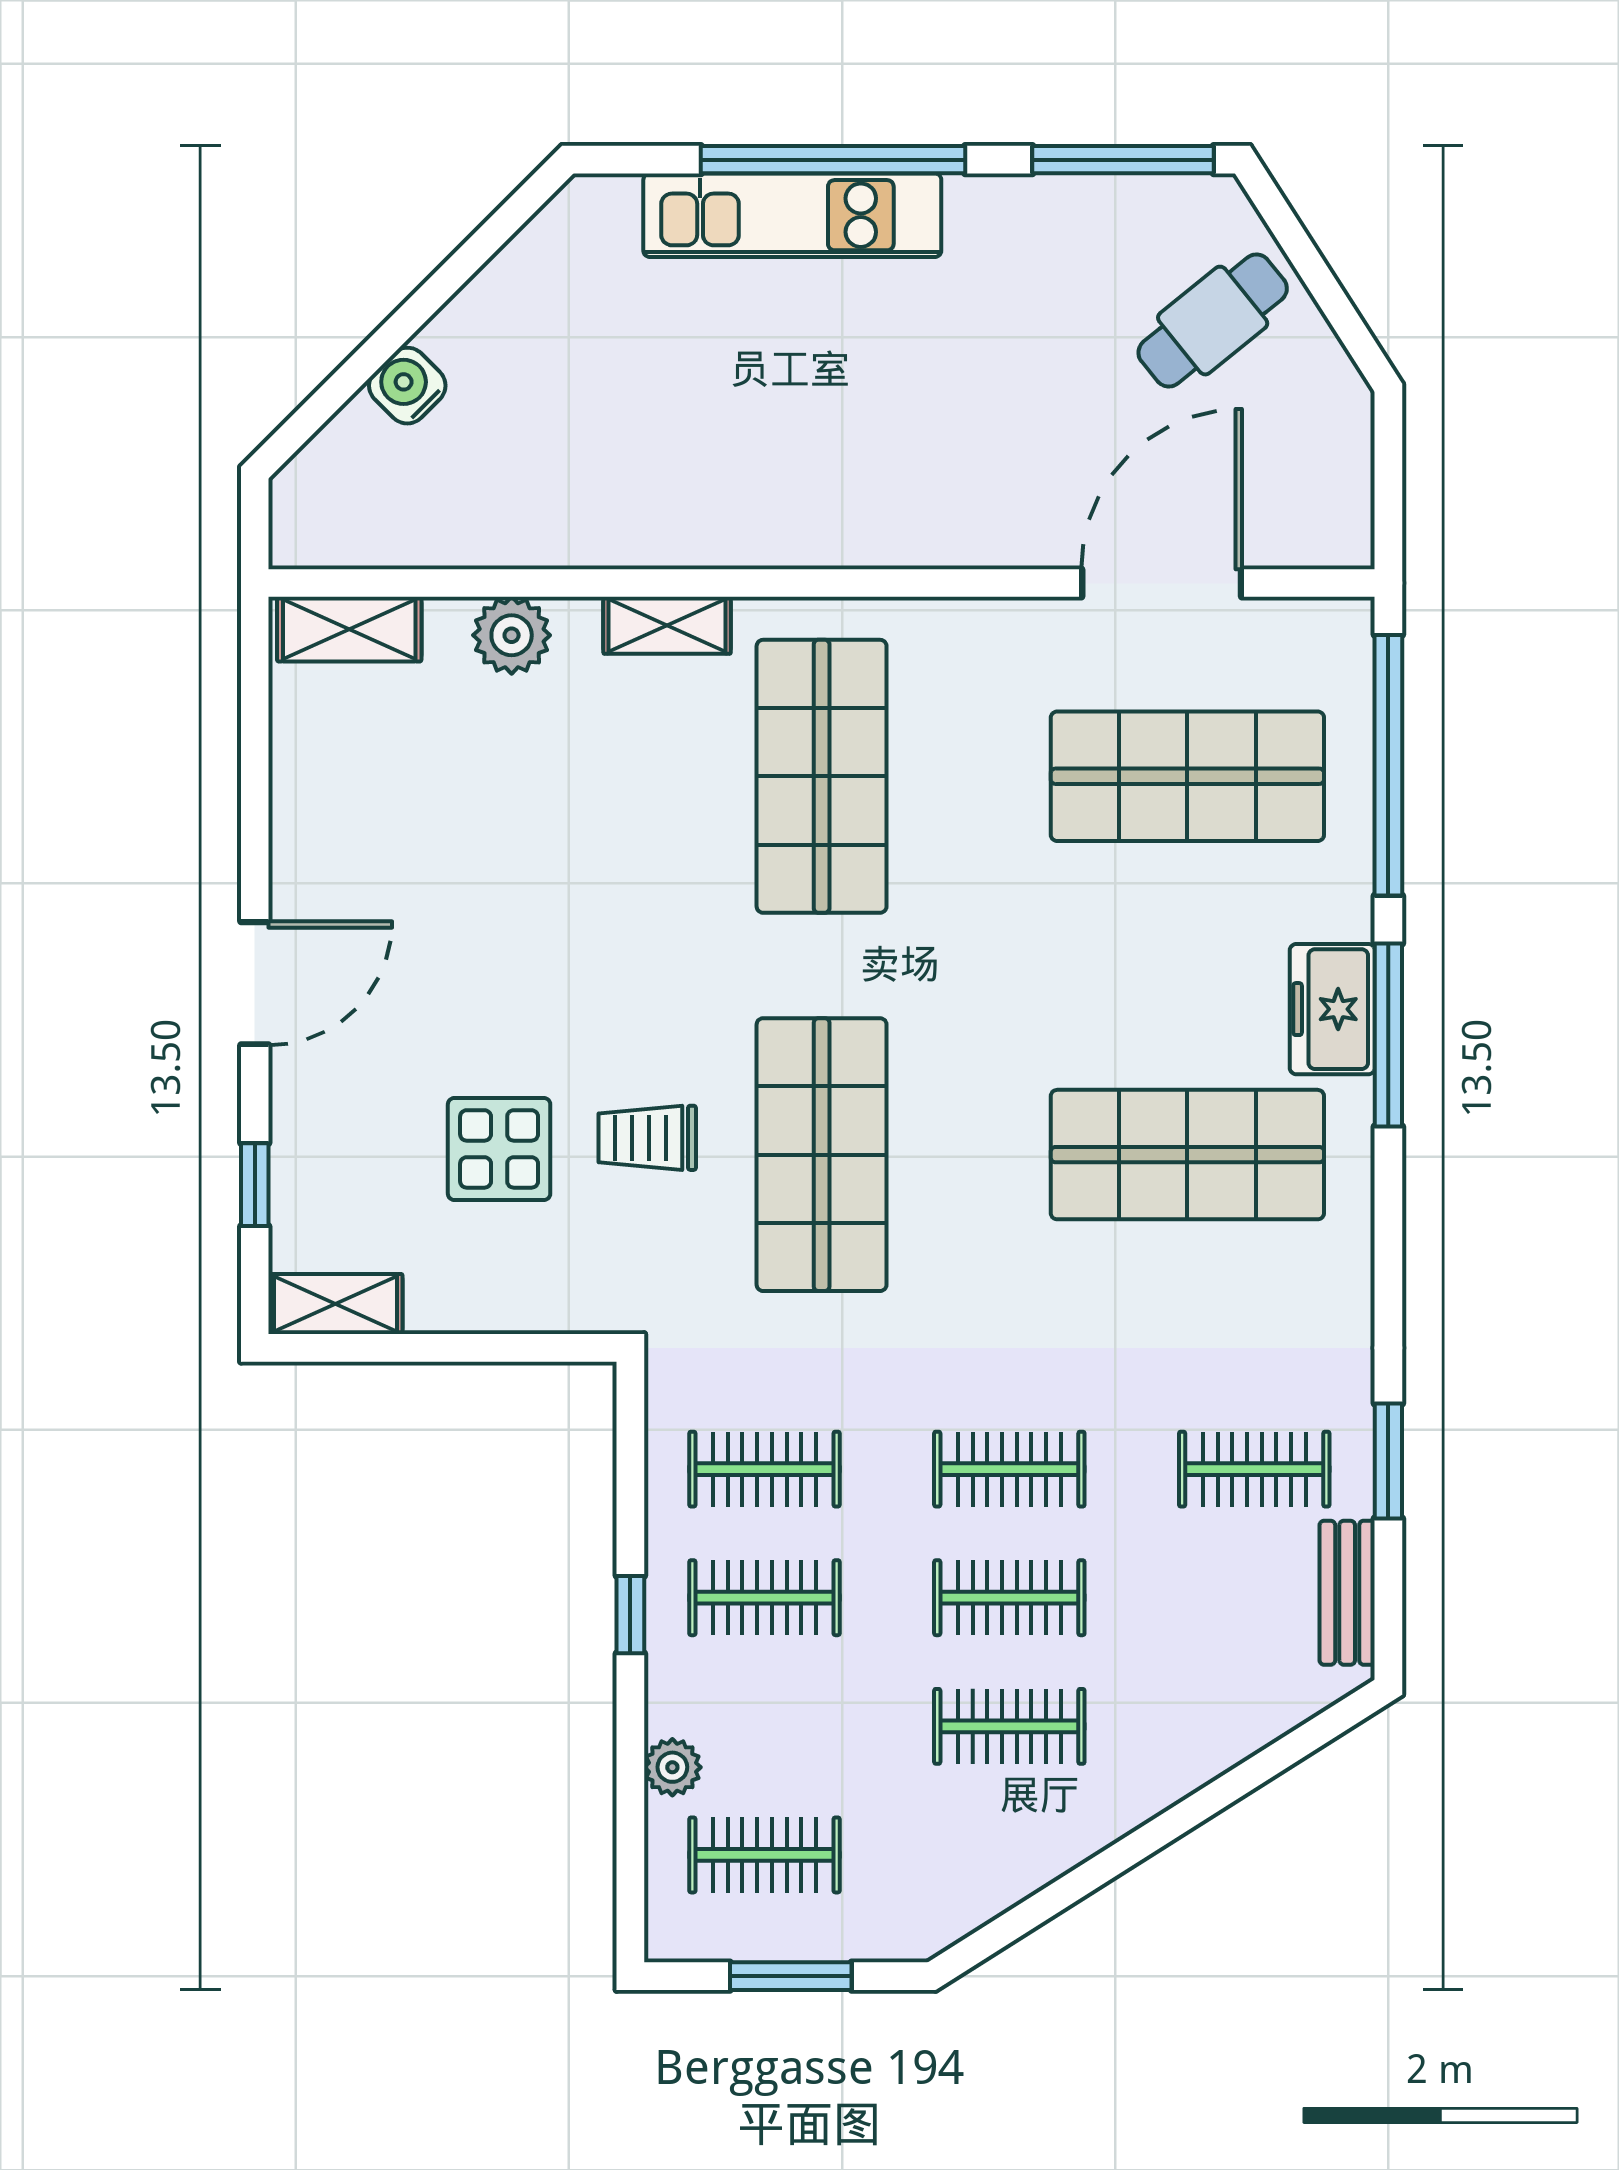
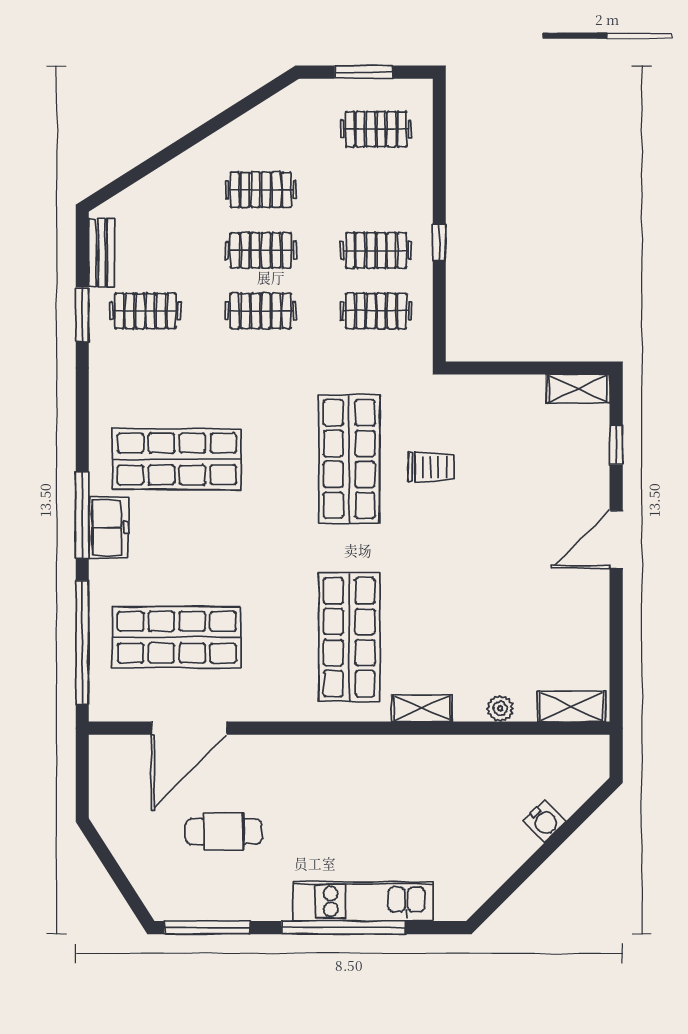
cafe table: (1213, 321) -> (224, 832), moved, turned 39
plant: (512, 635) -> (500, 709), width x0.73, depth x0.73
display table: (499, 1149) -> (501, 462), removed
plant: (672, 1767) -> (419, 170), removed

